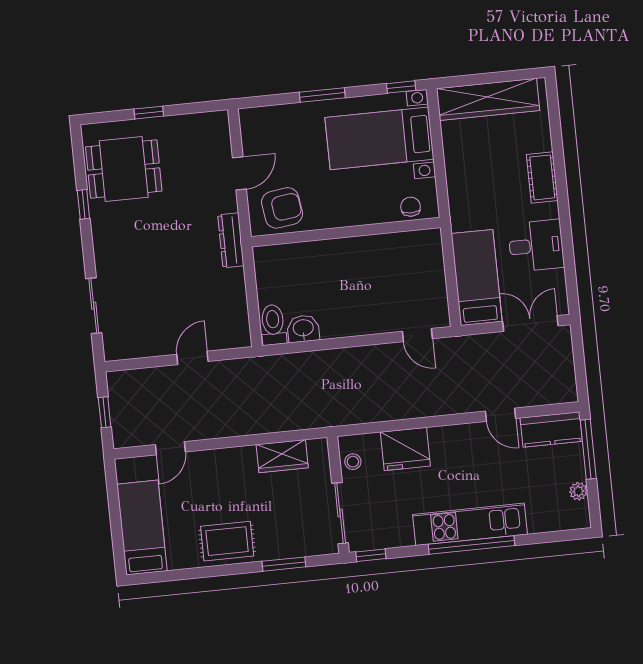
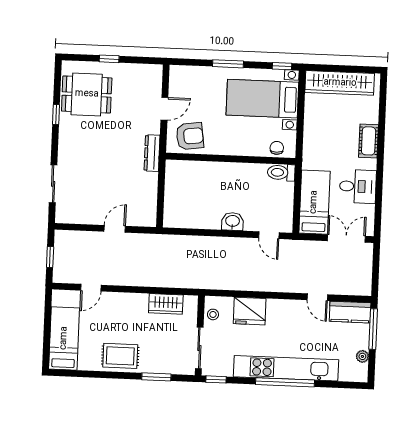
toilet: (273, 325) -> (281, 172), moved, turned -90
washbasin: (303, 329) -> (233, 221), moved
kitchen unit: (470, 524) -> (286, 368), width x1.36

